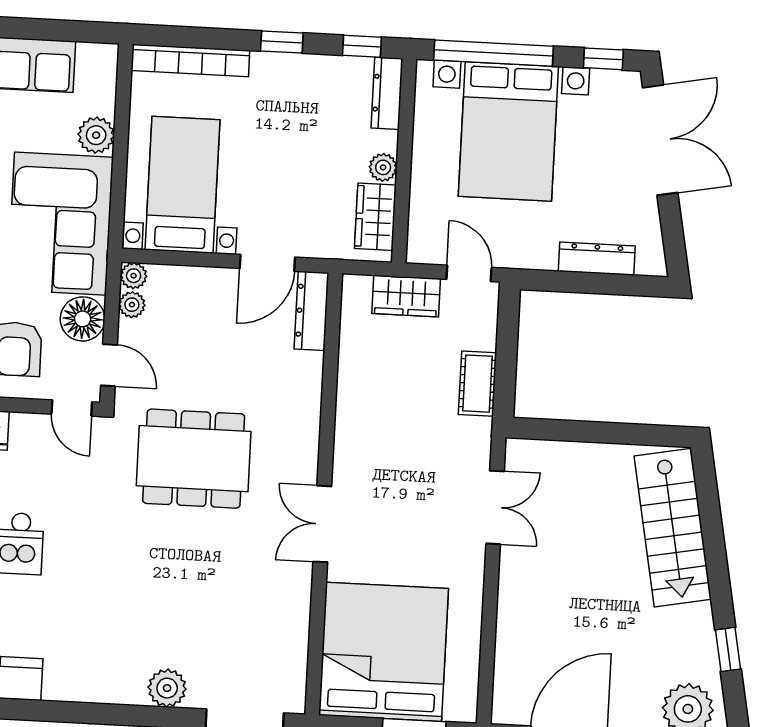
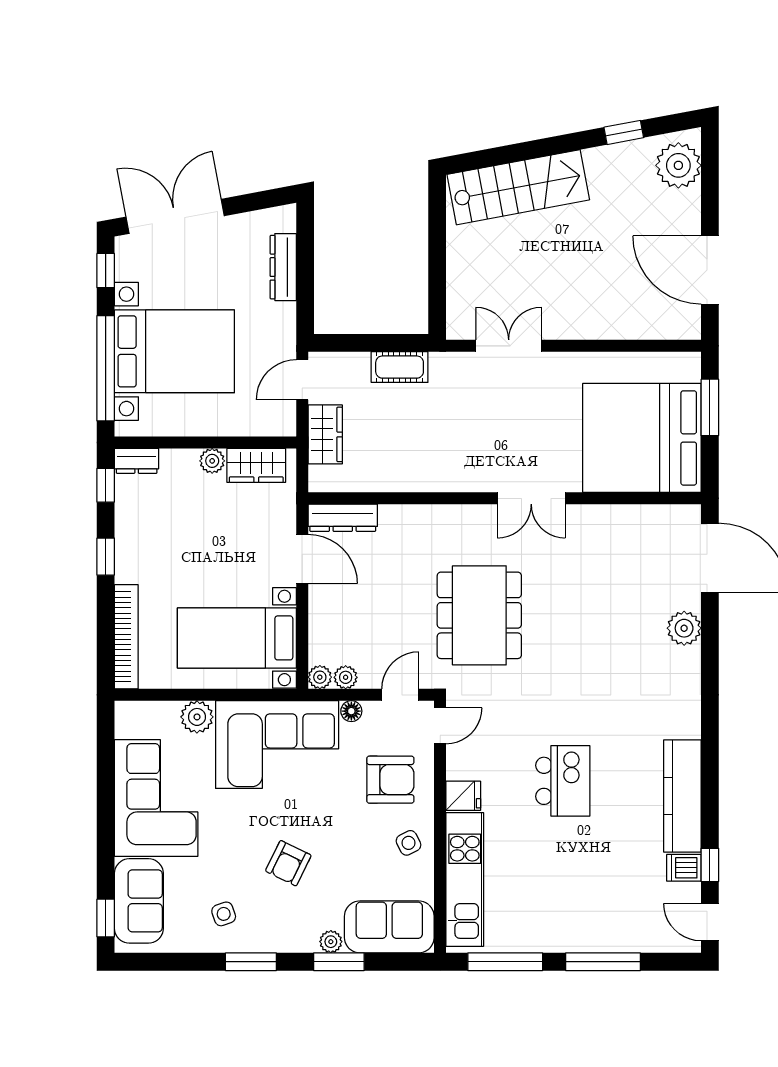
dresser: (387, 93) -> (137, 461), width x0.70
floor lamp: (83, 319) -> (351, 711), width x0.53, depth x0.53

